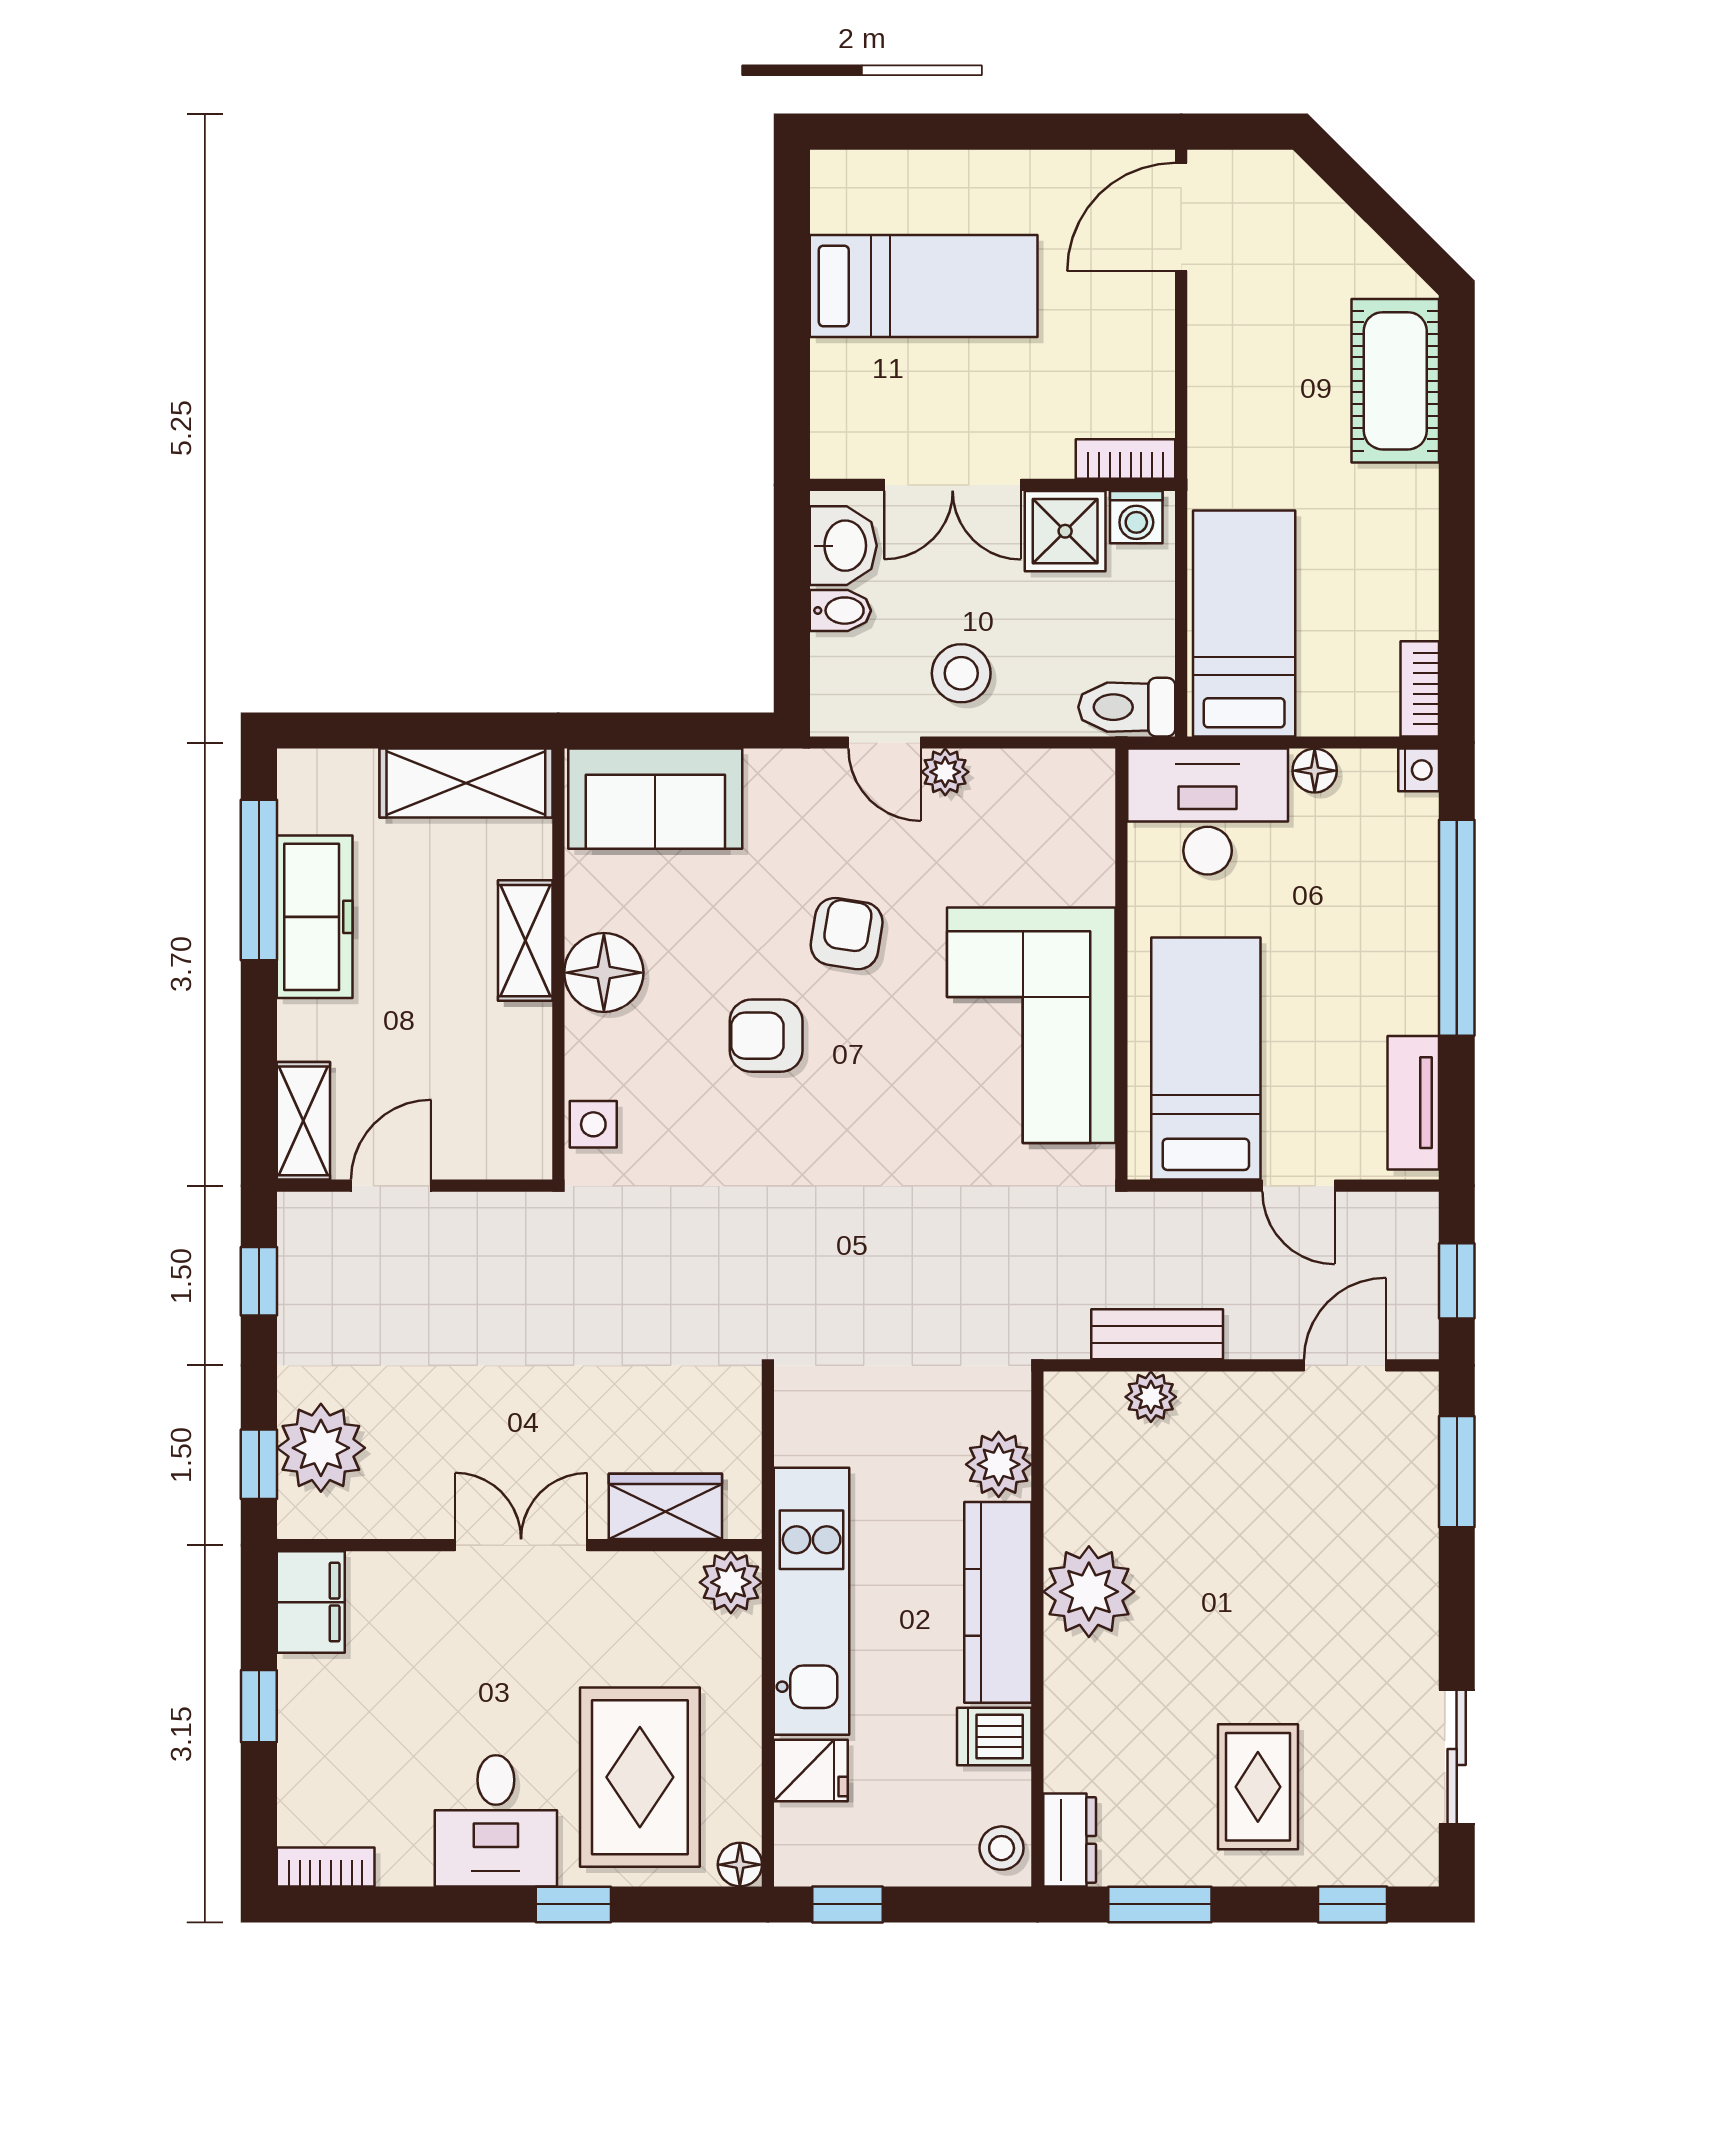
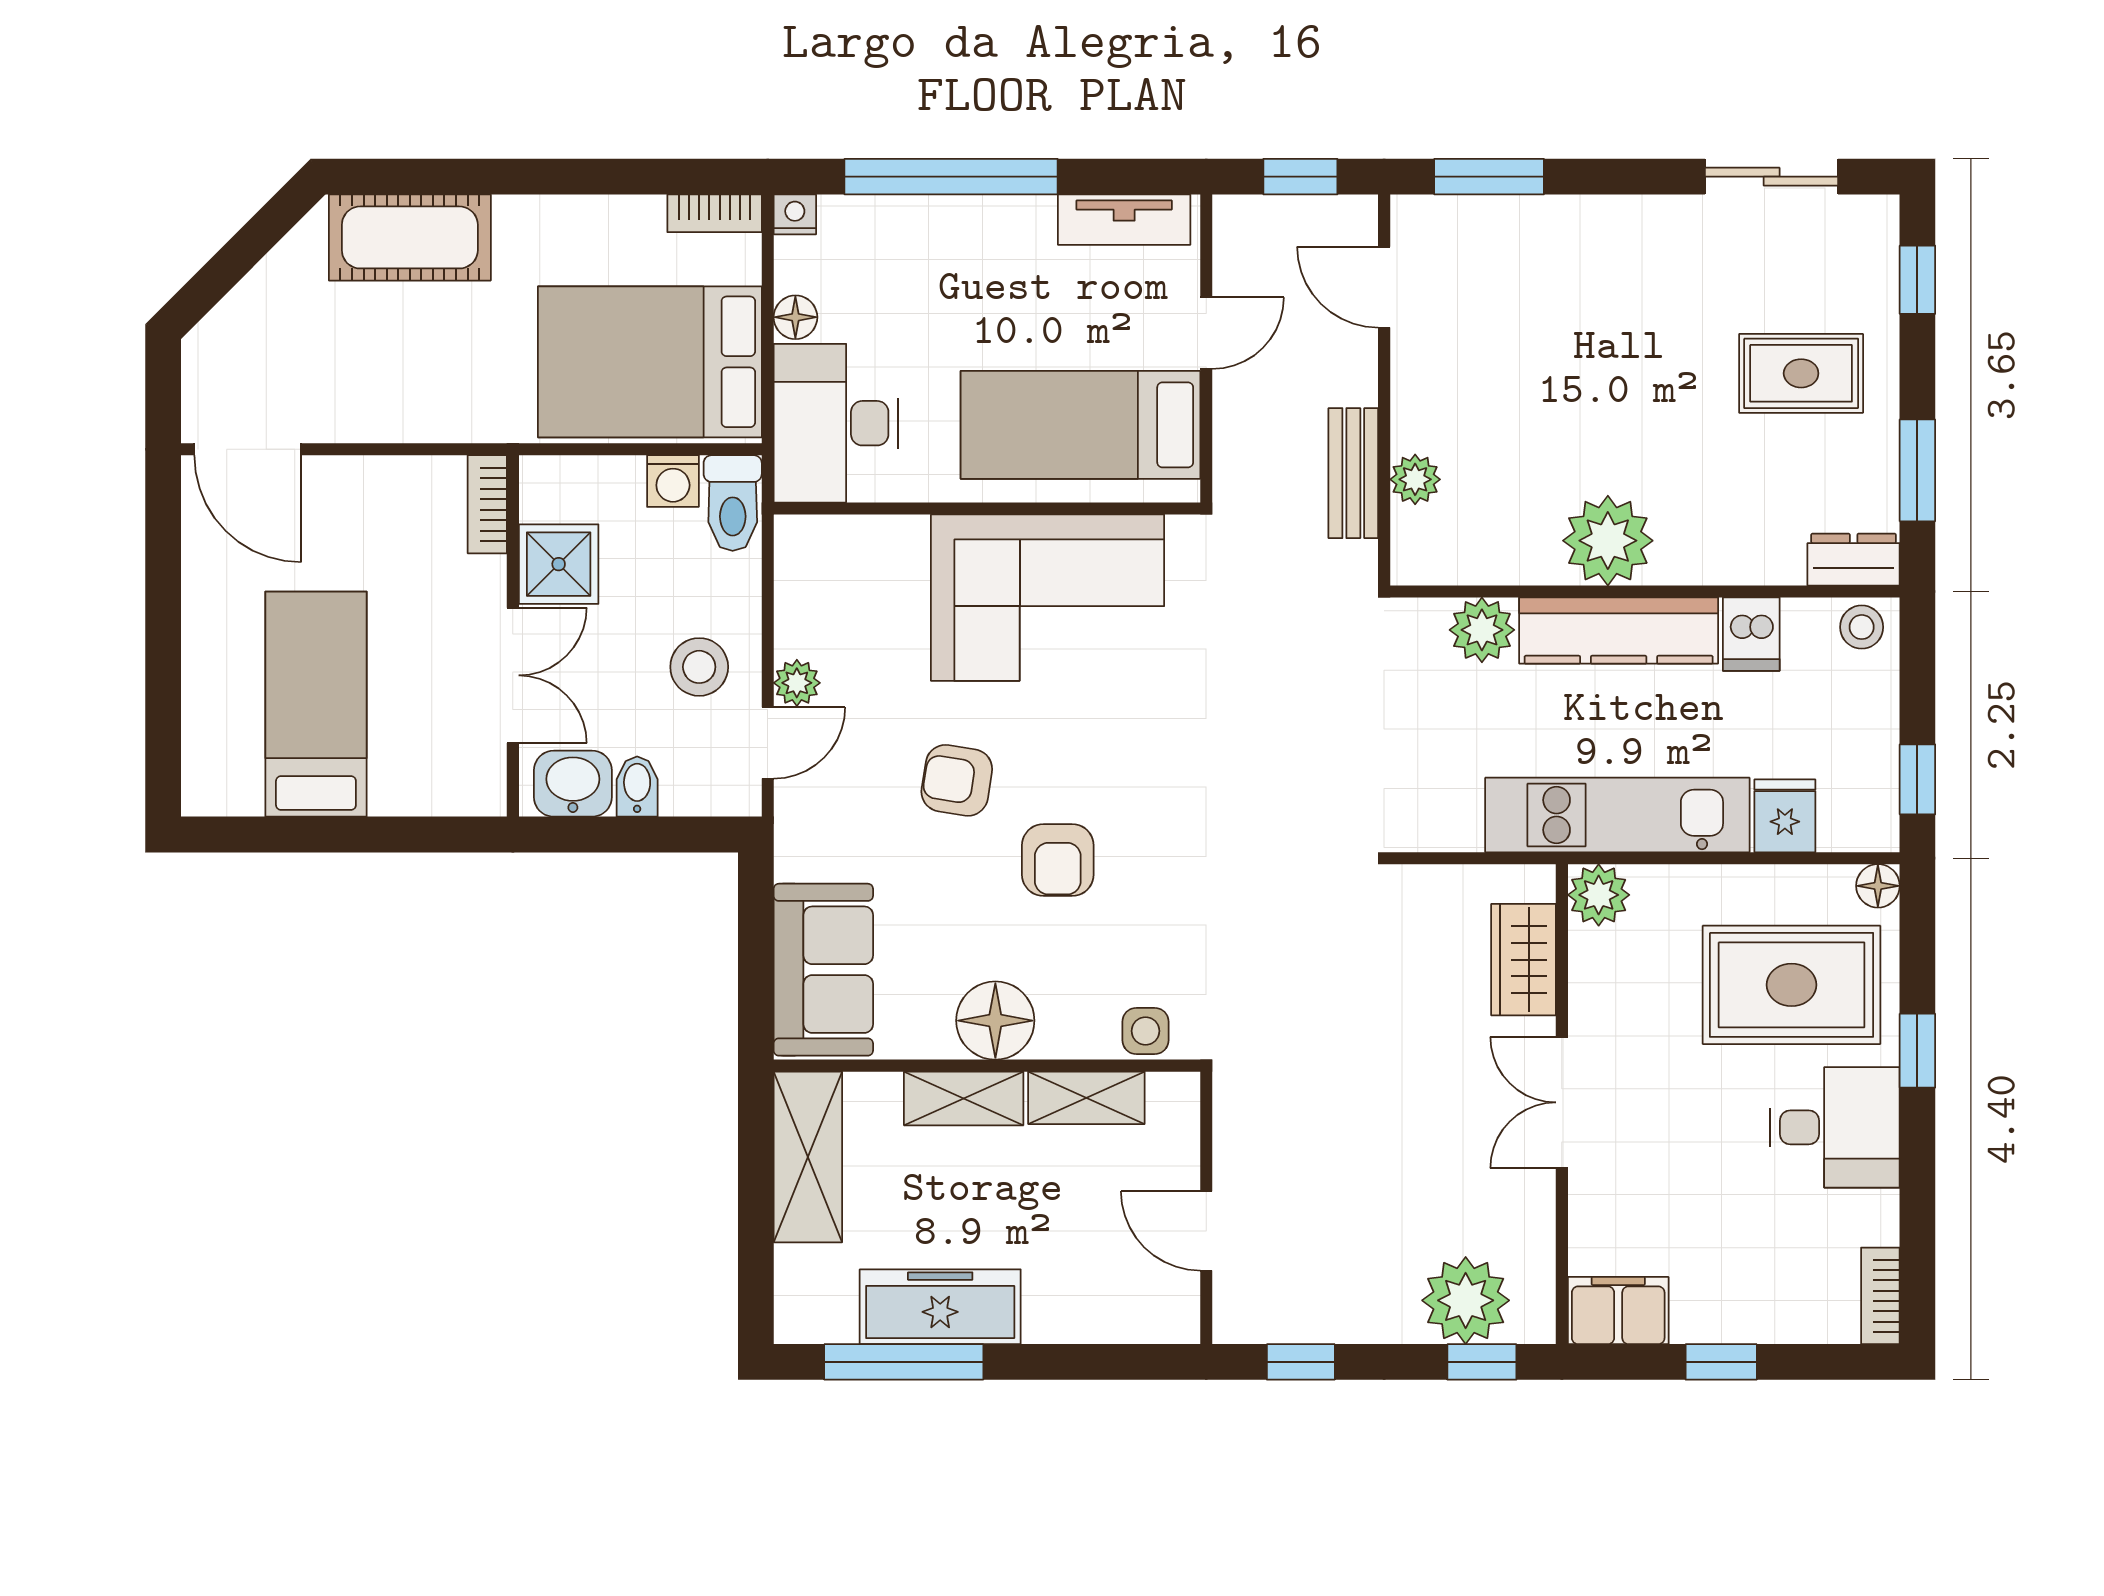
washing machine: (1136, 517) -> (673, 481), moved, turned 90
bed: (1244, 623) -> (650, 362), width x1.50
shelving: (303, 1121) -> (1086, 1098), moved

